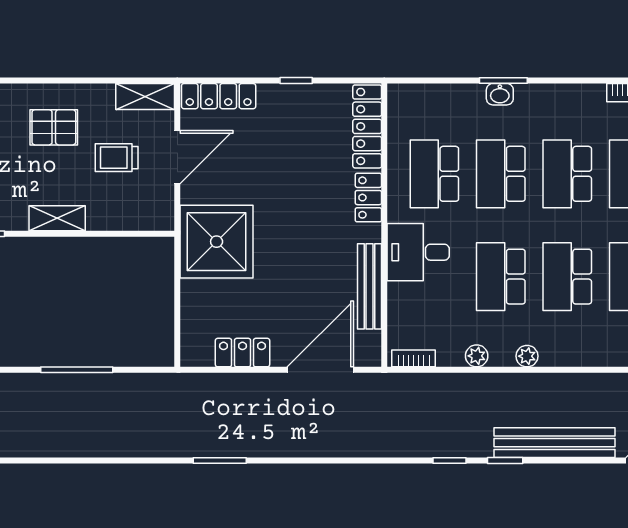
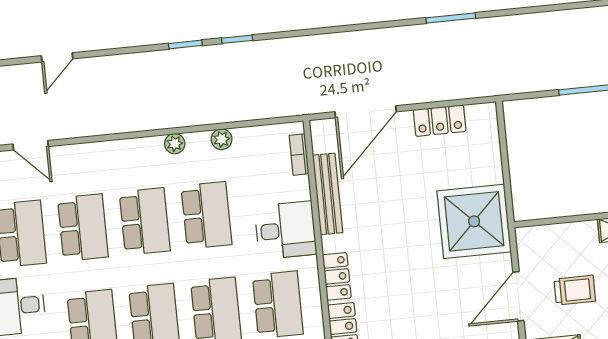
bookcase: (414, 358) -> (299, 154), moved, turned 90
bench: (555, 443) -> (141, 66), removed

